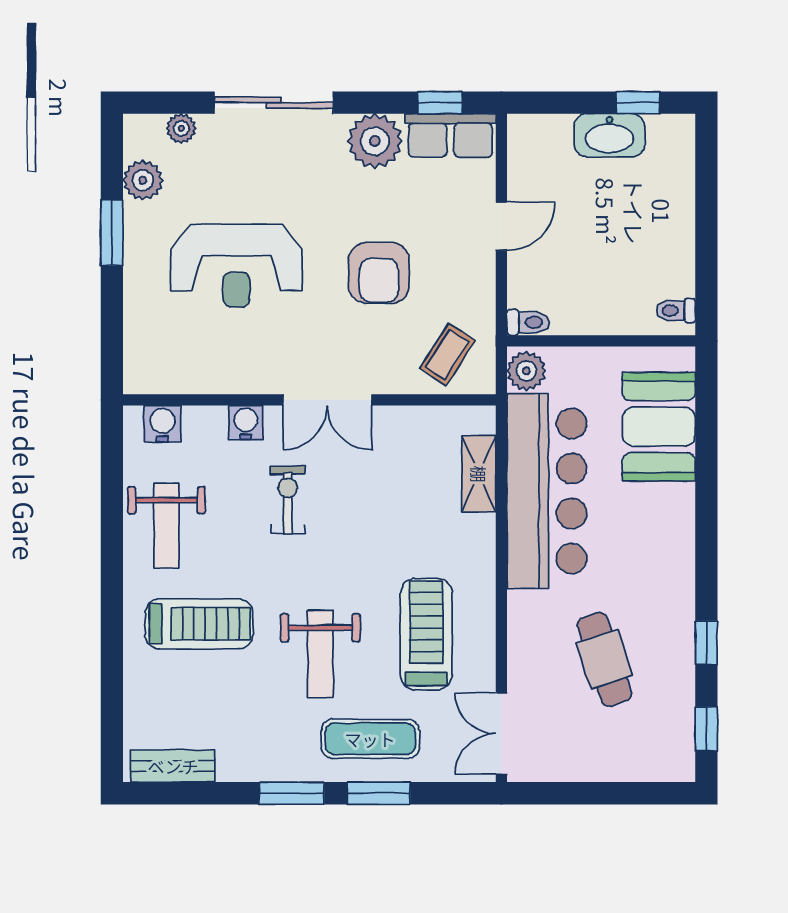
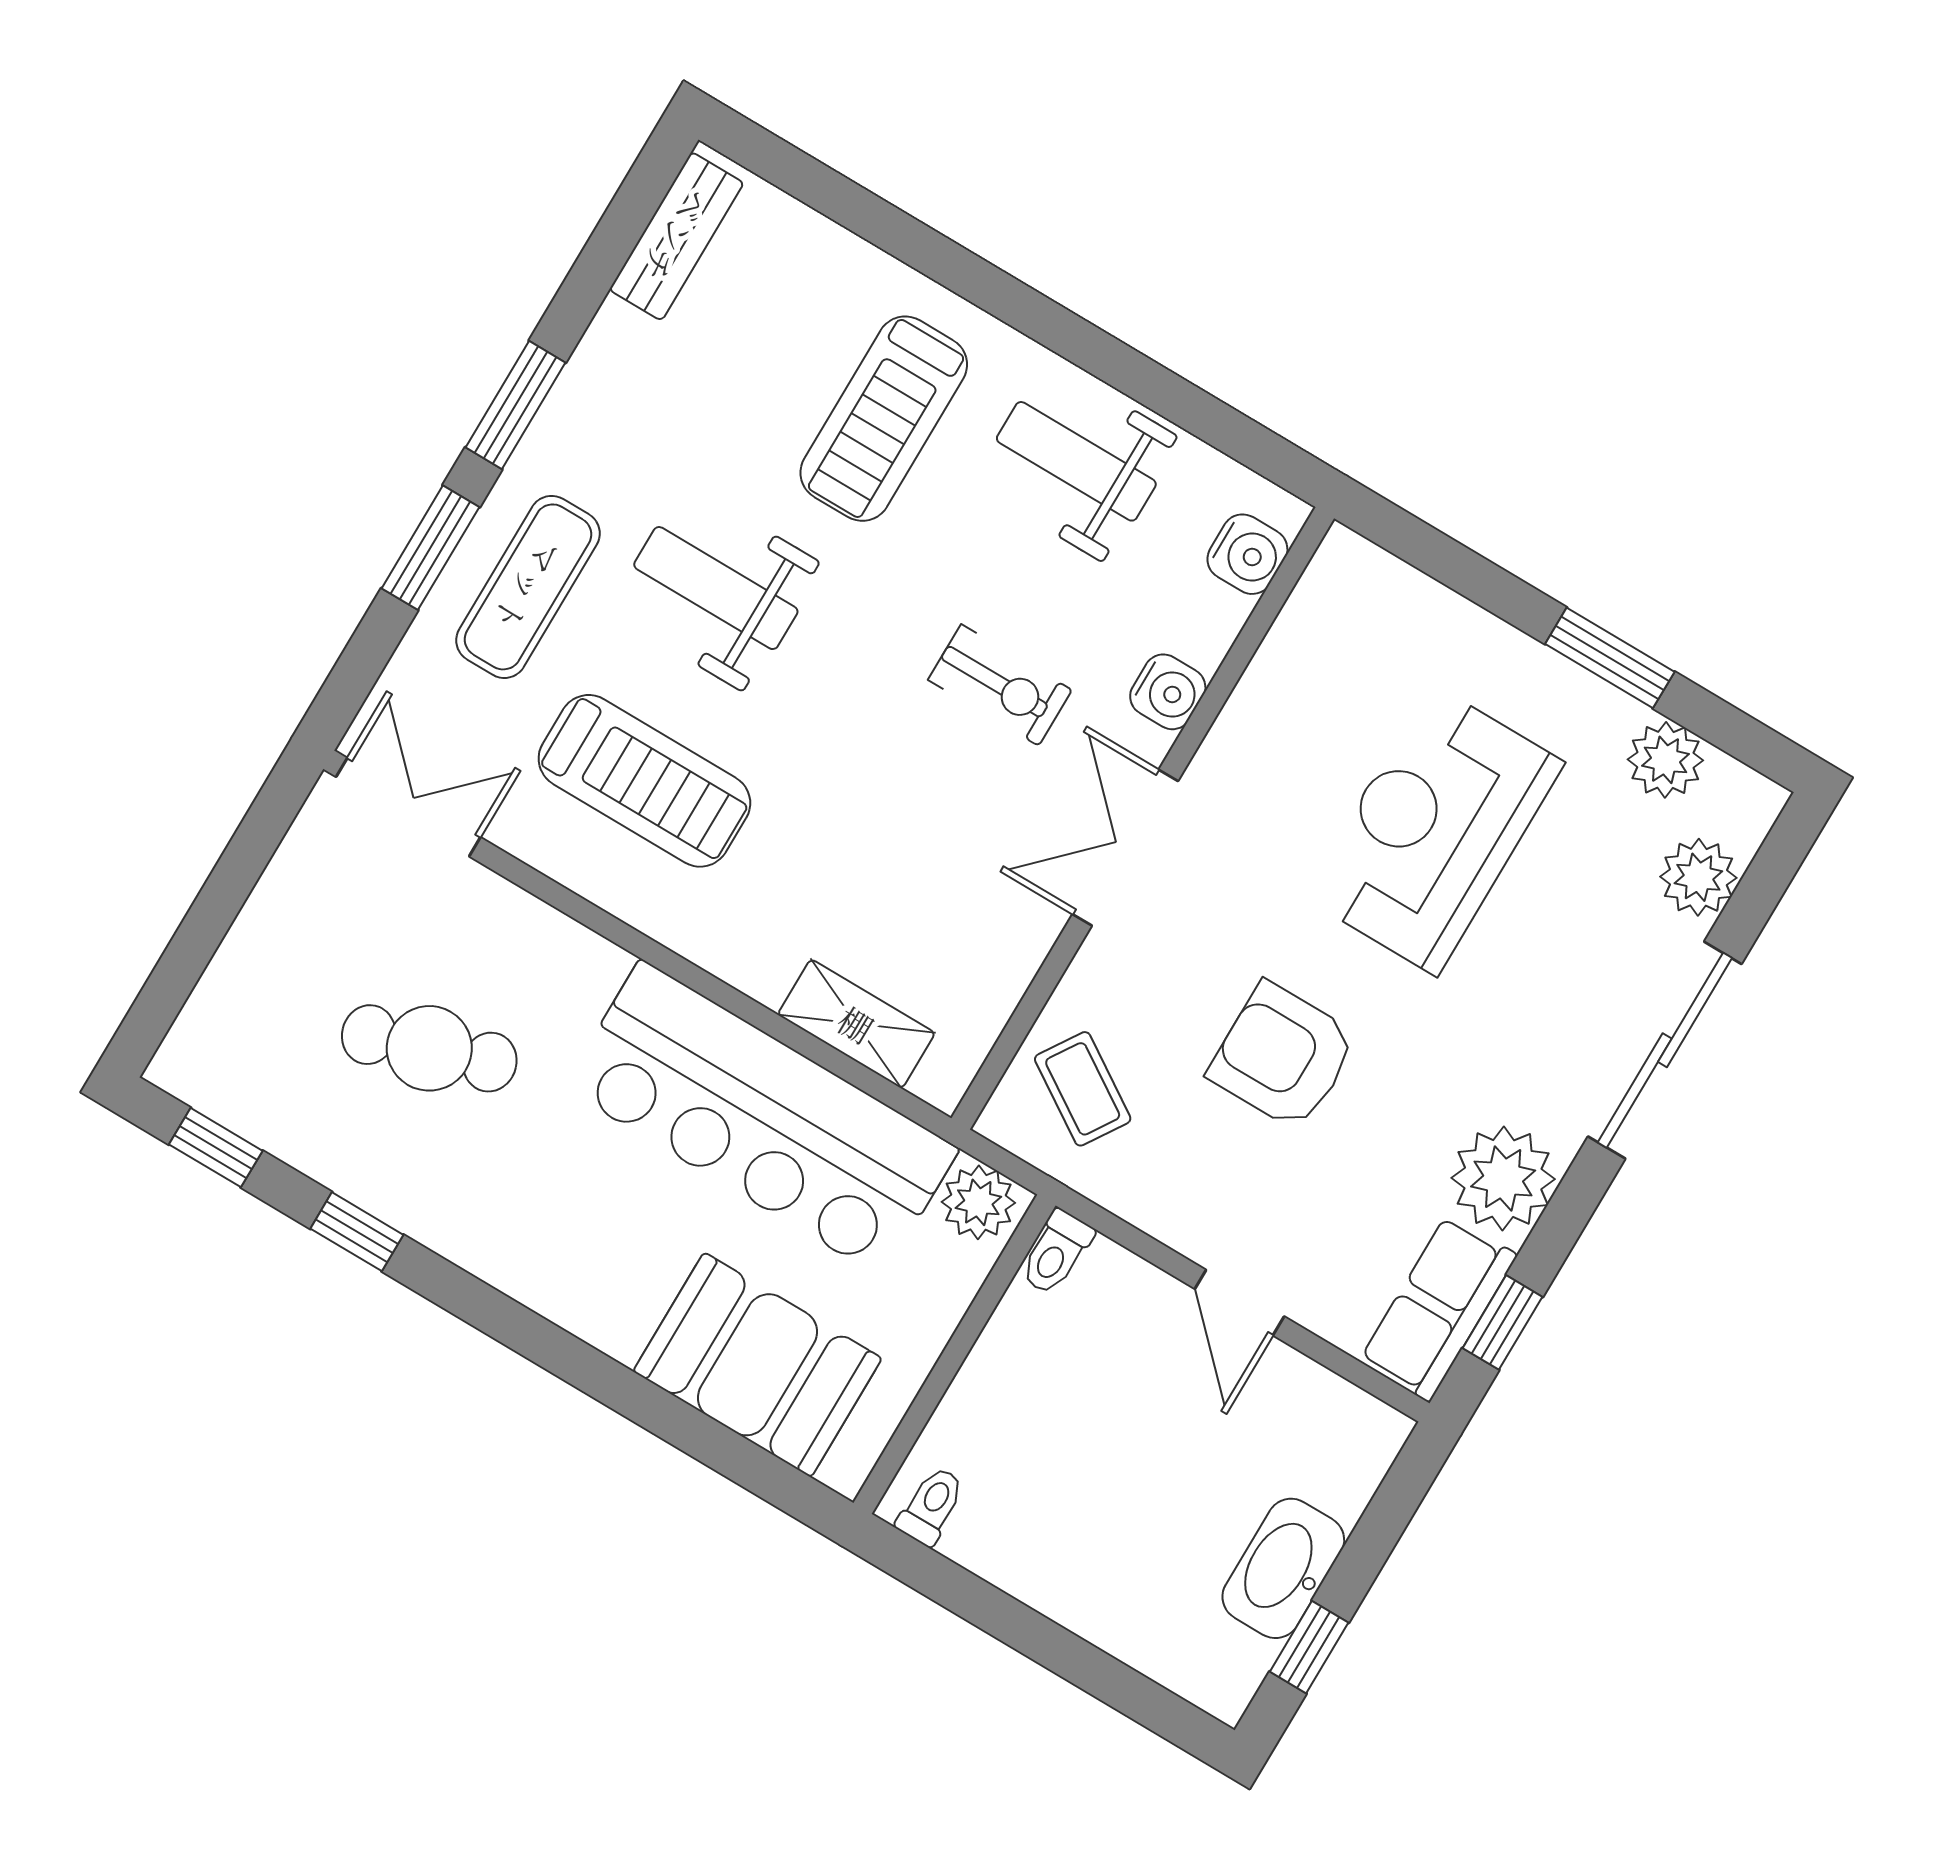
plant: (181, 128) -> (1698, 877), width x1.38, depth x1.38

